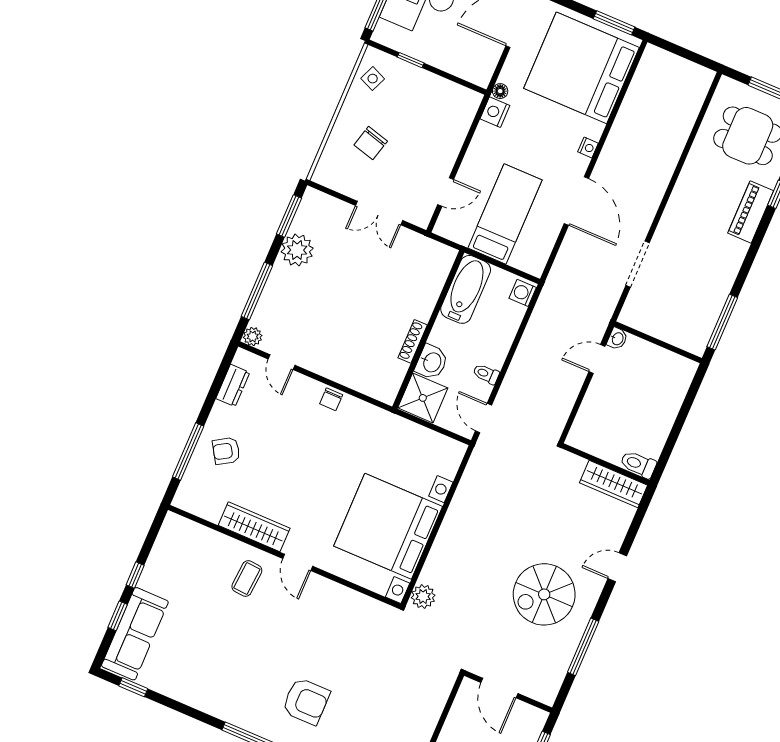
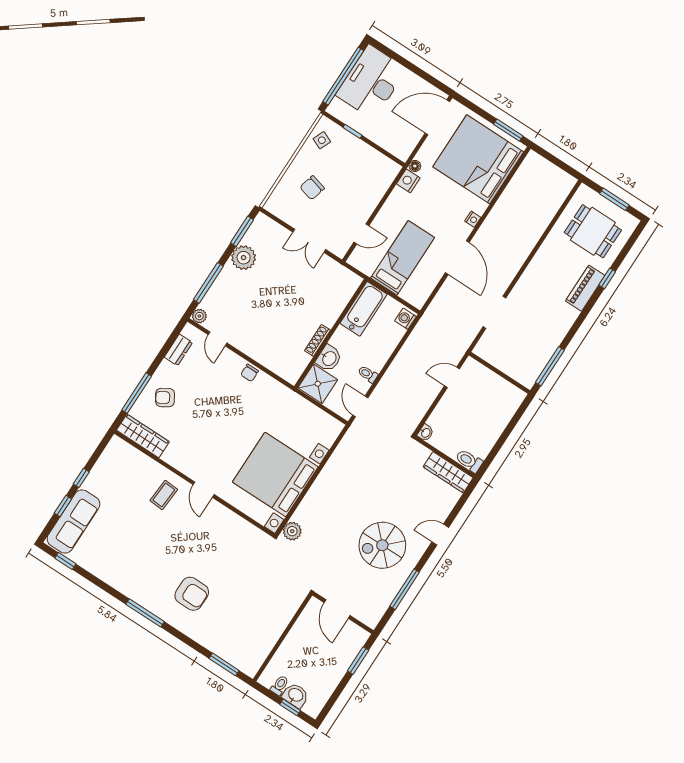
washbasin: (617, 339) -> (426, 433), moved
wardrobe: (254, 527) -> (143, 436), moved

